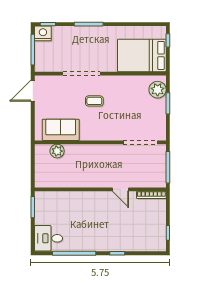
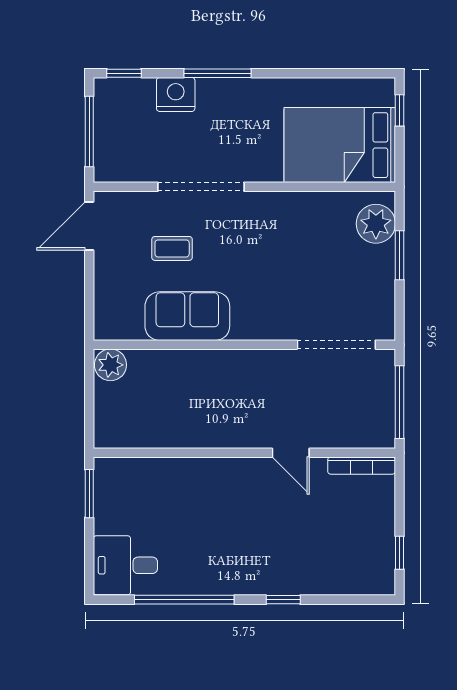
nightstand: (43, 33) -> (176, 94), moved
coffee table: (94, 101) -> (172, 248), moved
sofa: (61, 130) -> (187, 316), moved
plant: (57, 151) -> (110, 365), moved

